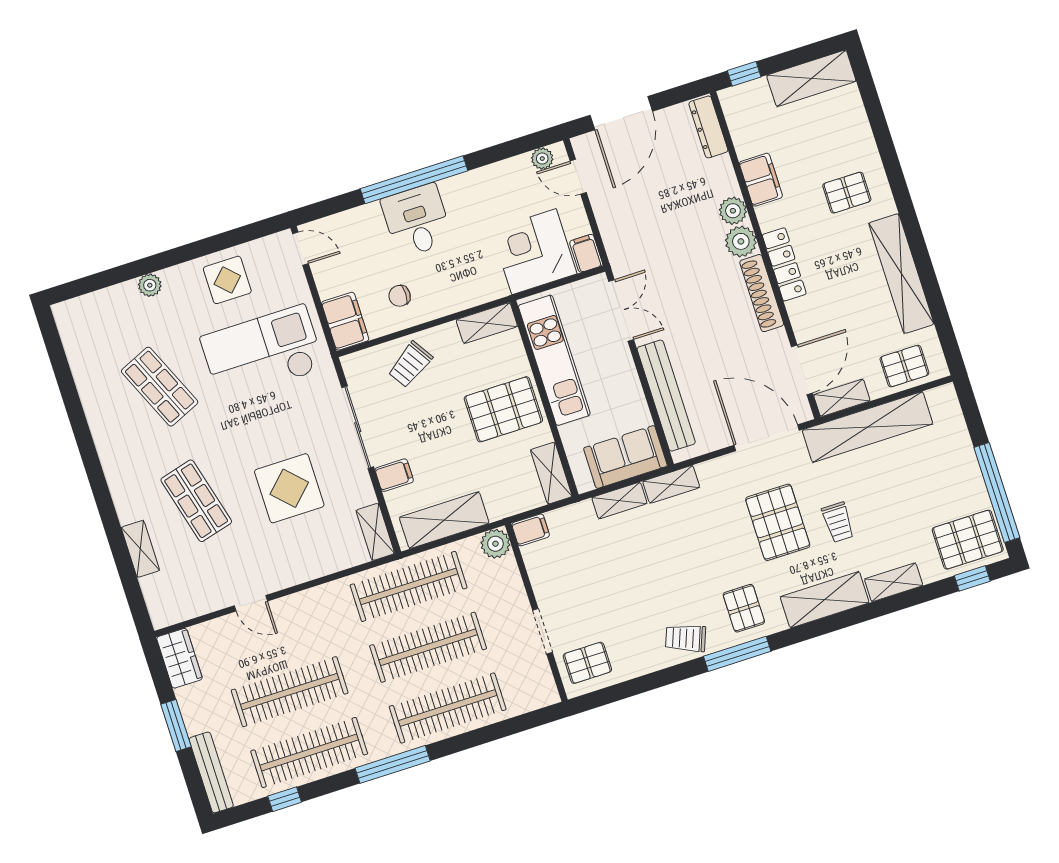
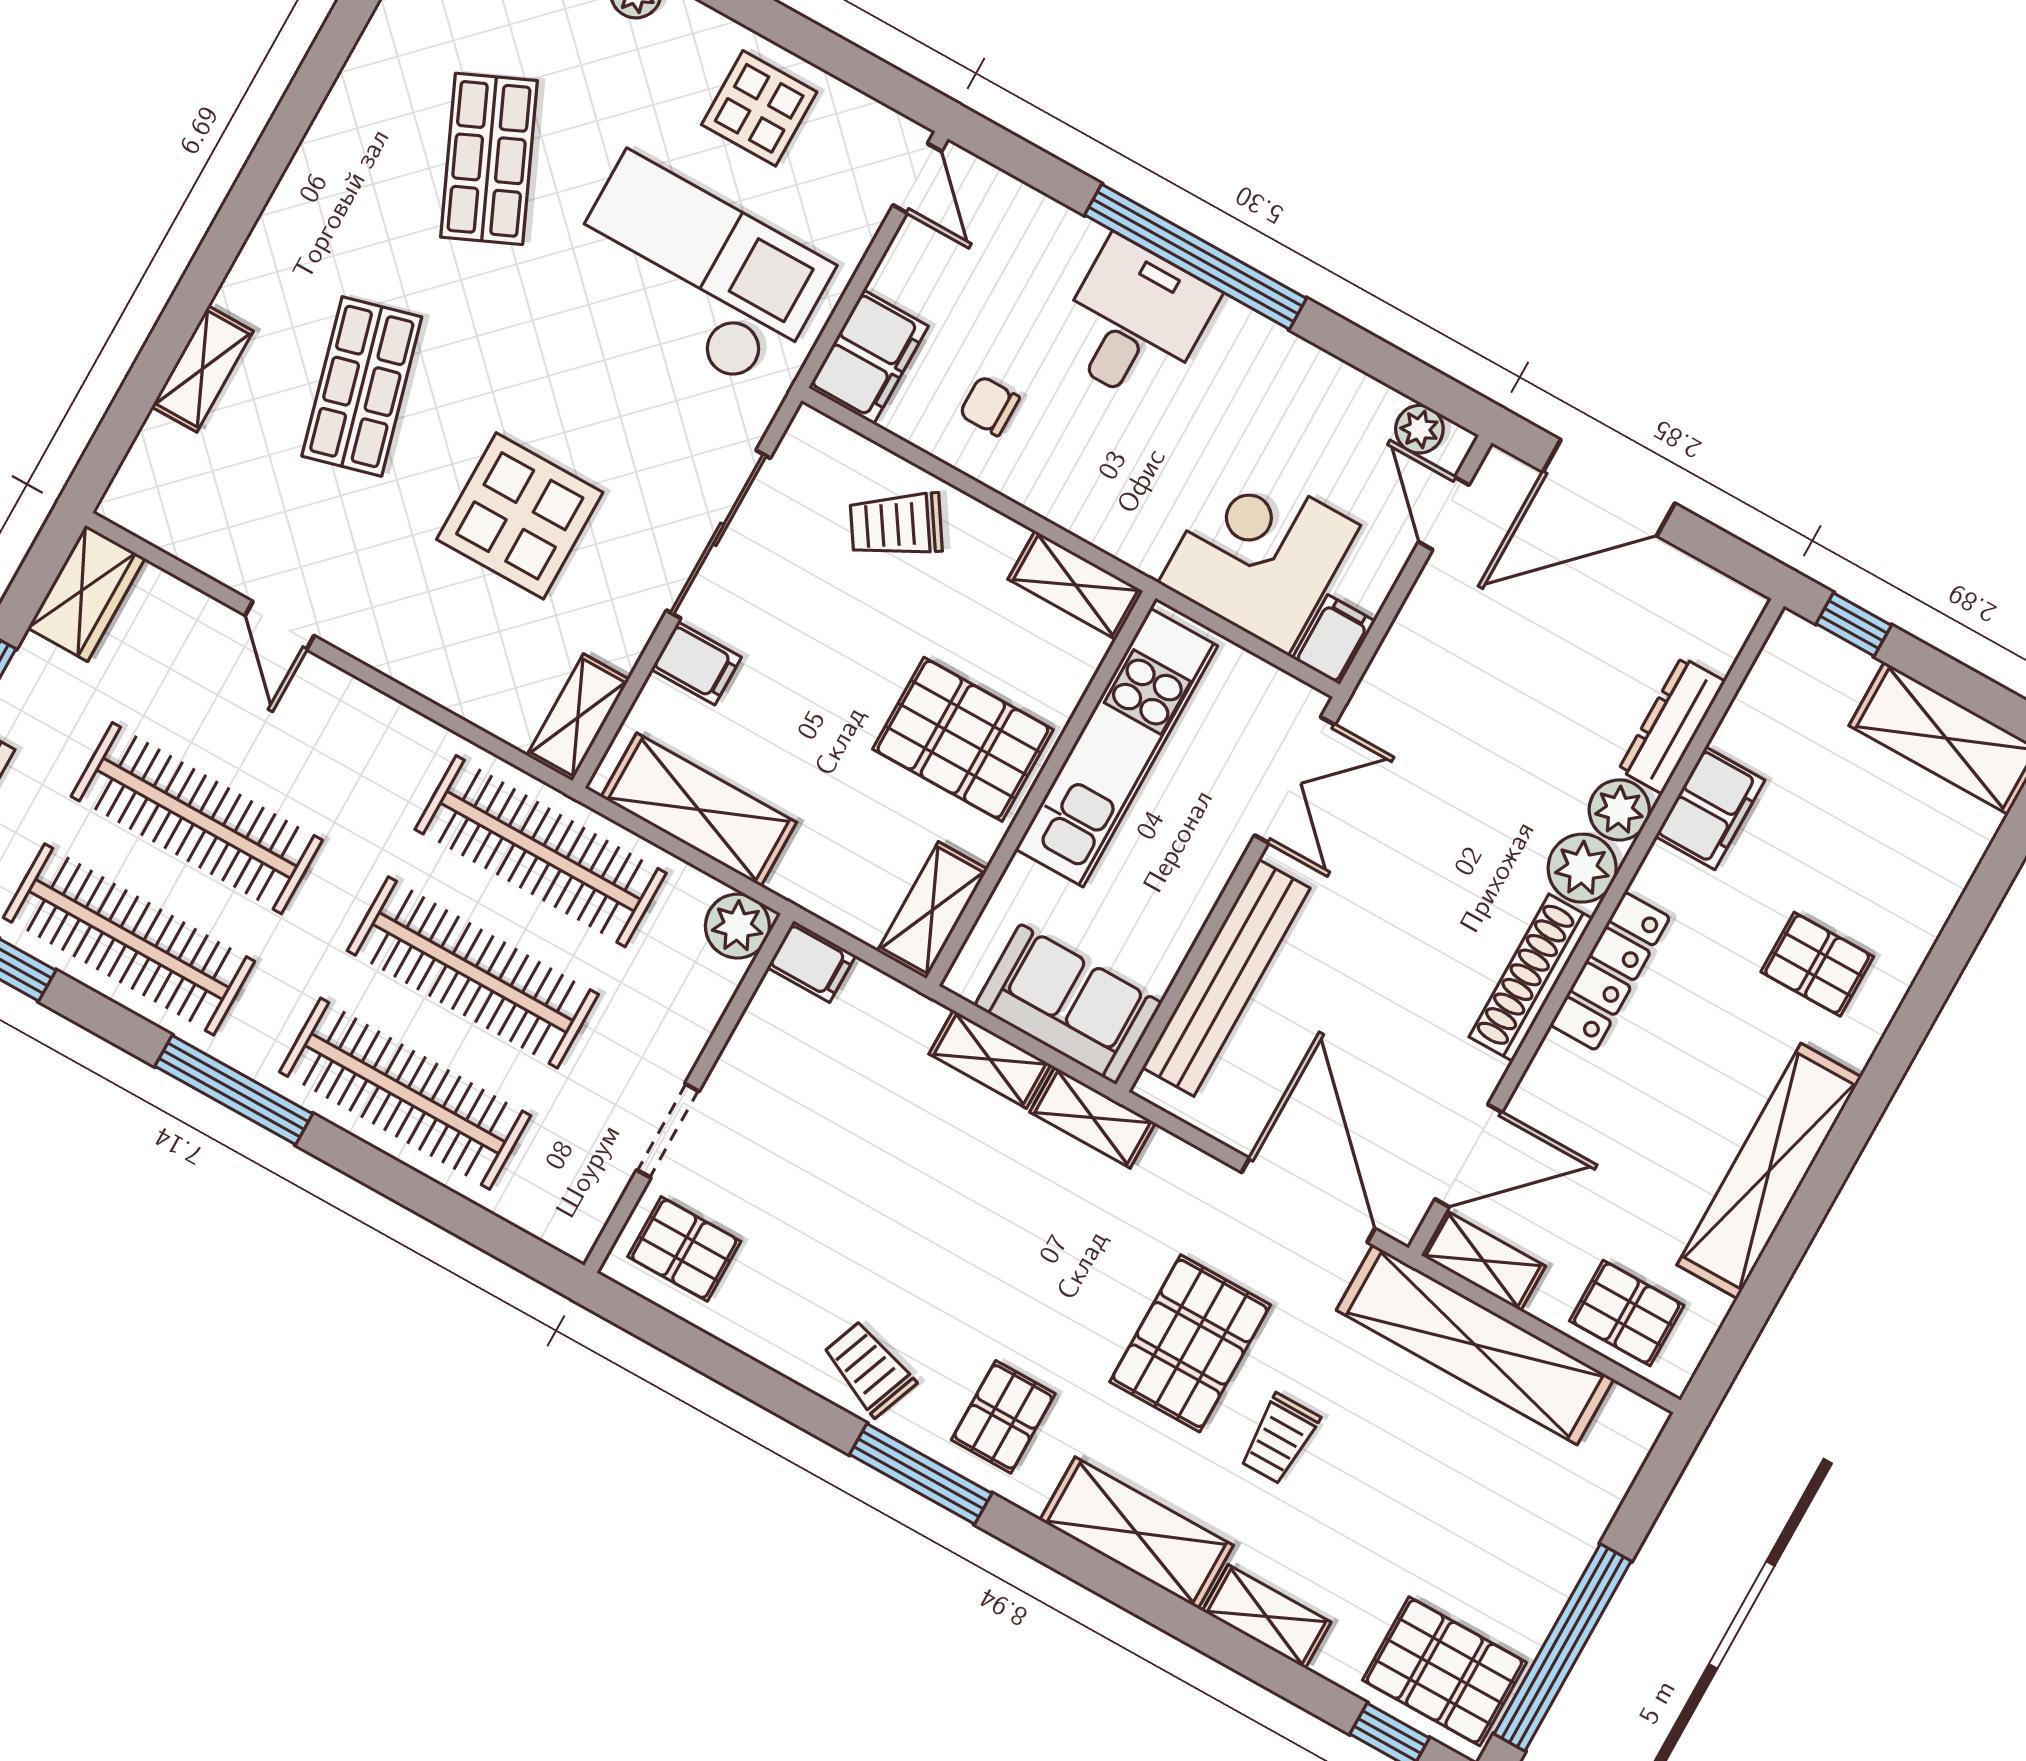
dresser: (708, 127) -> (1672, 725), moved

